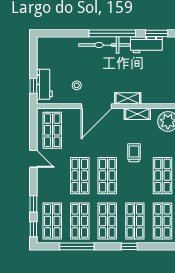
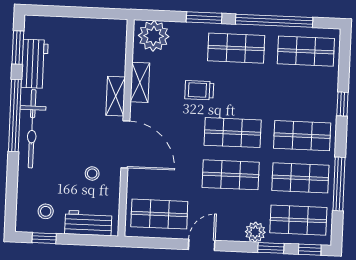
stool: (51, 56) -> (46, 211), added
window: (33, 86) -> (44, 238), moved
plant: (43, 193) -> (255, 232), added
shop shelf: (135, 221) -> (304, 93), removed

